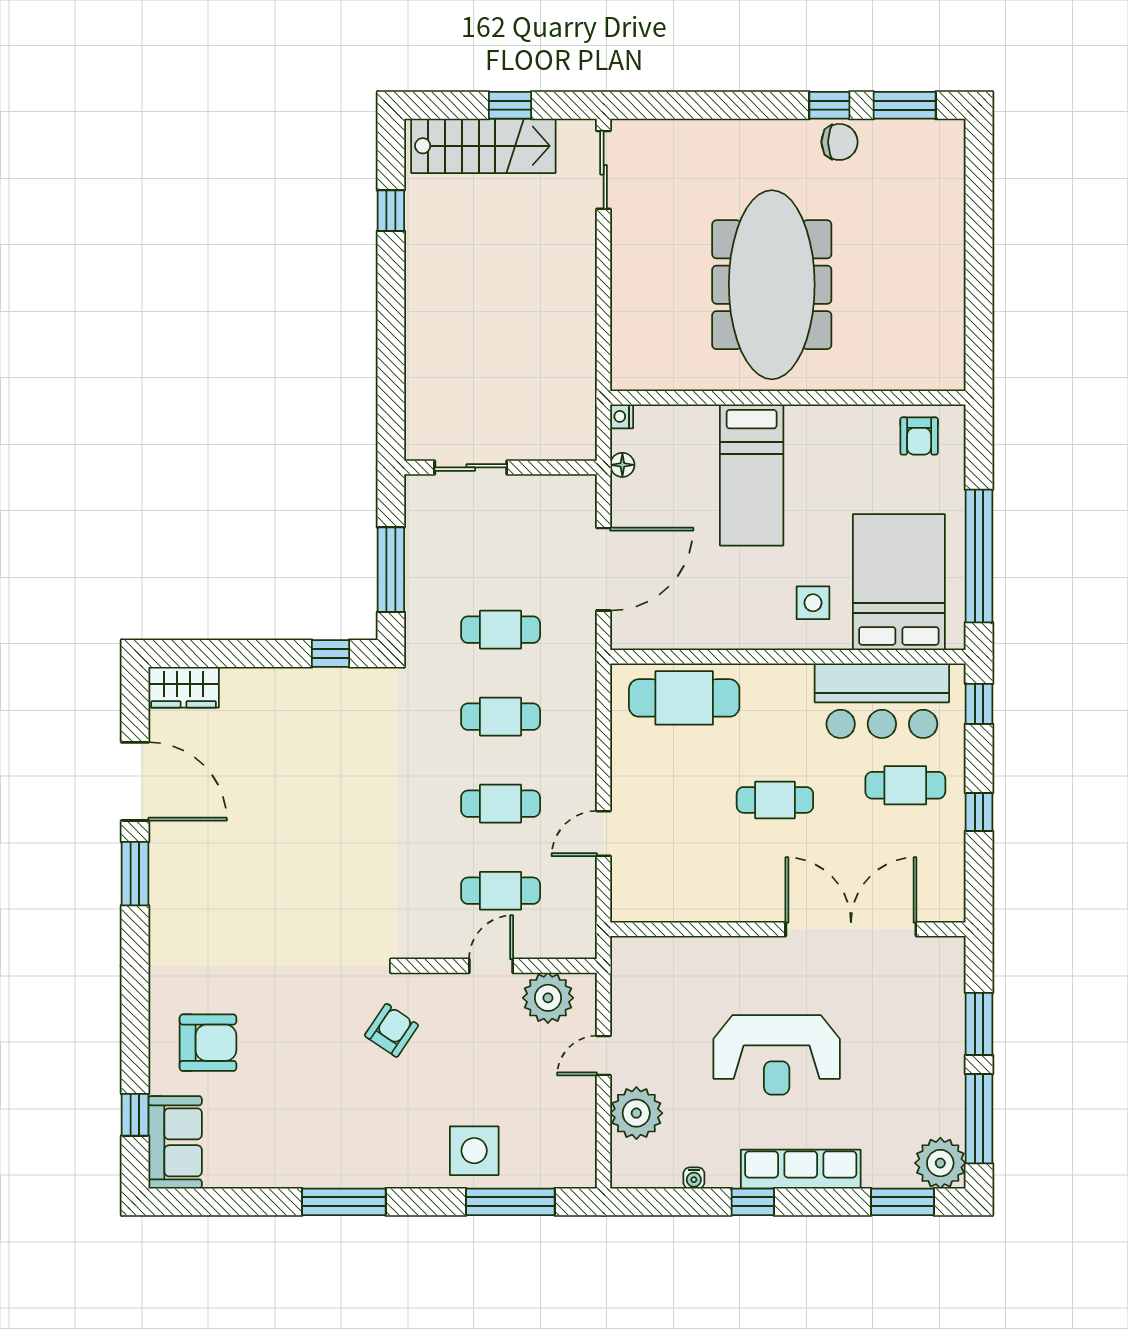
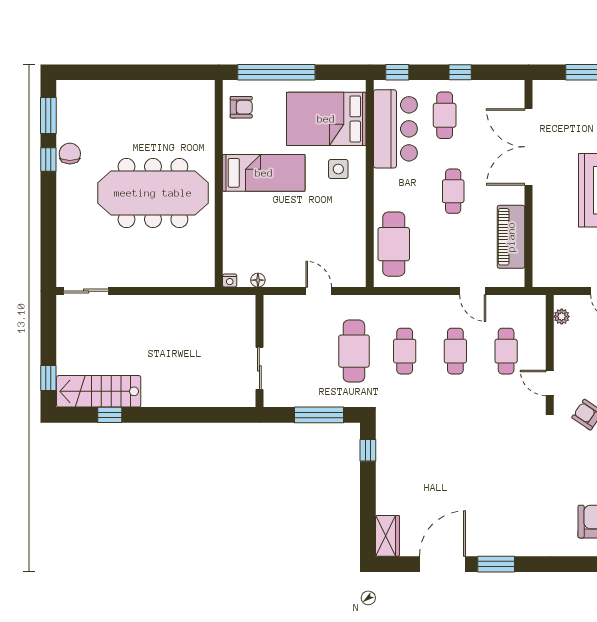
window: (510, 105) -> (48, 378), moved
stairs: (483, 146) -> (99, 391), moved, turned -90
bed: (752, 475) -> (264, 173), moved
window: (979, 556) -> (276, 72), moved
door: (604, 569) -> (319, 291), width x0.53
cafe table: (501, 630) -> (354, 351), width x1.37, depth x1.35
piano: (697, 899) -> (511, 237), added
door: (491, 966) -> (550, 383), moved
plant: (548, 998) -> (562, 317), width x0.53, depth x0.53

